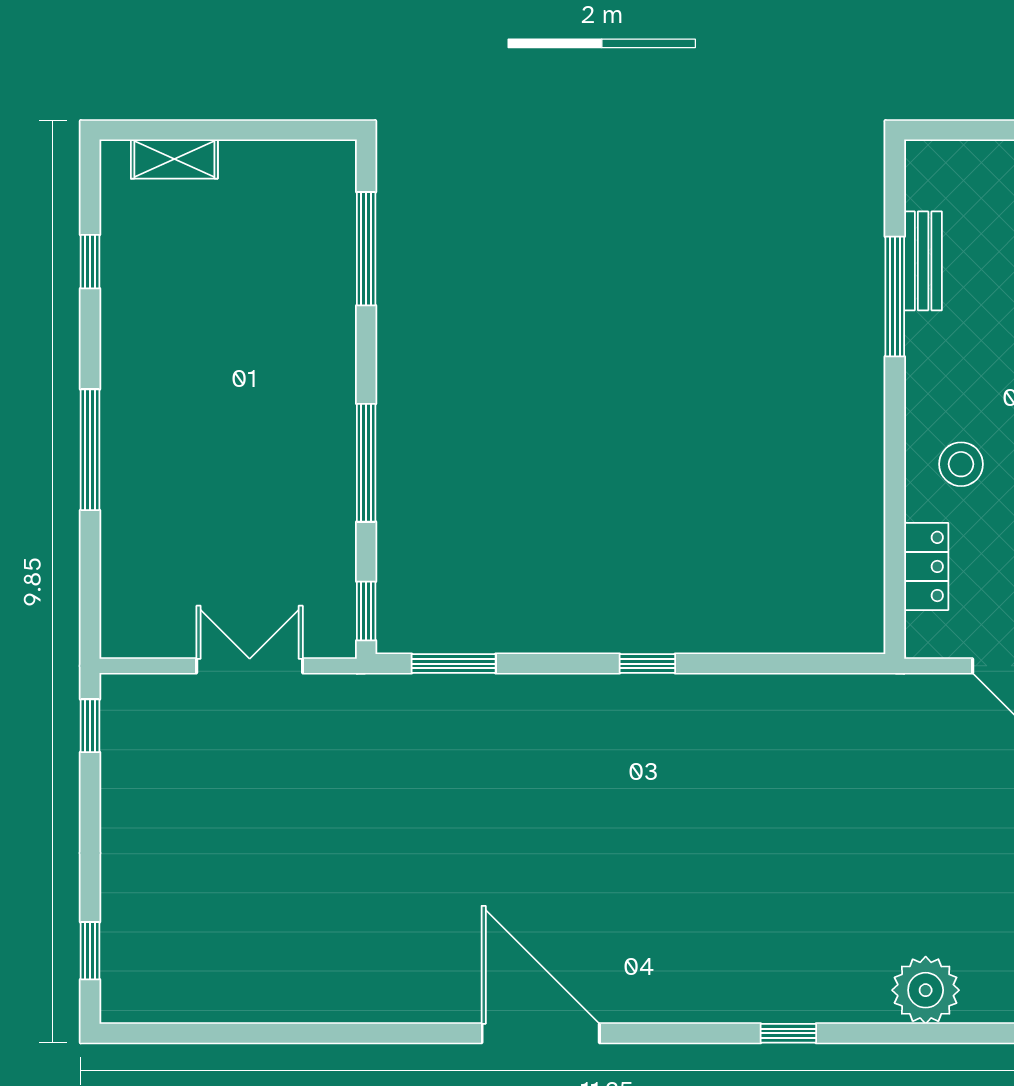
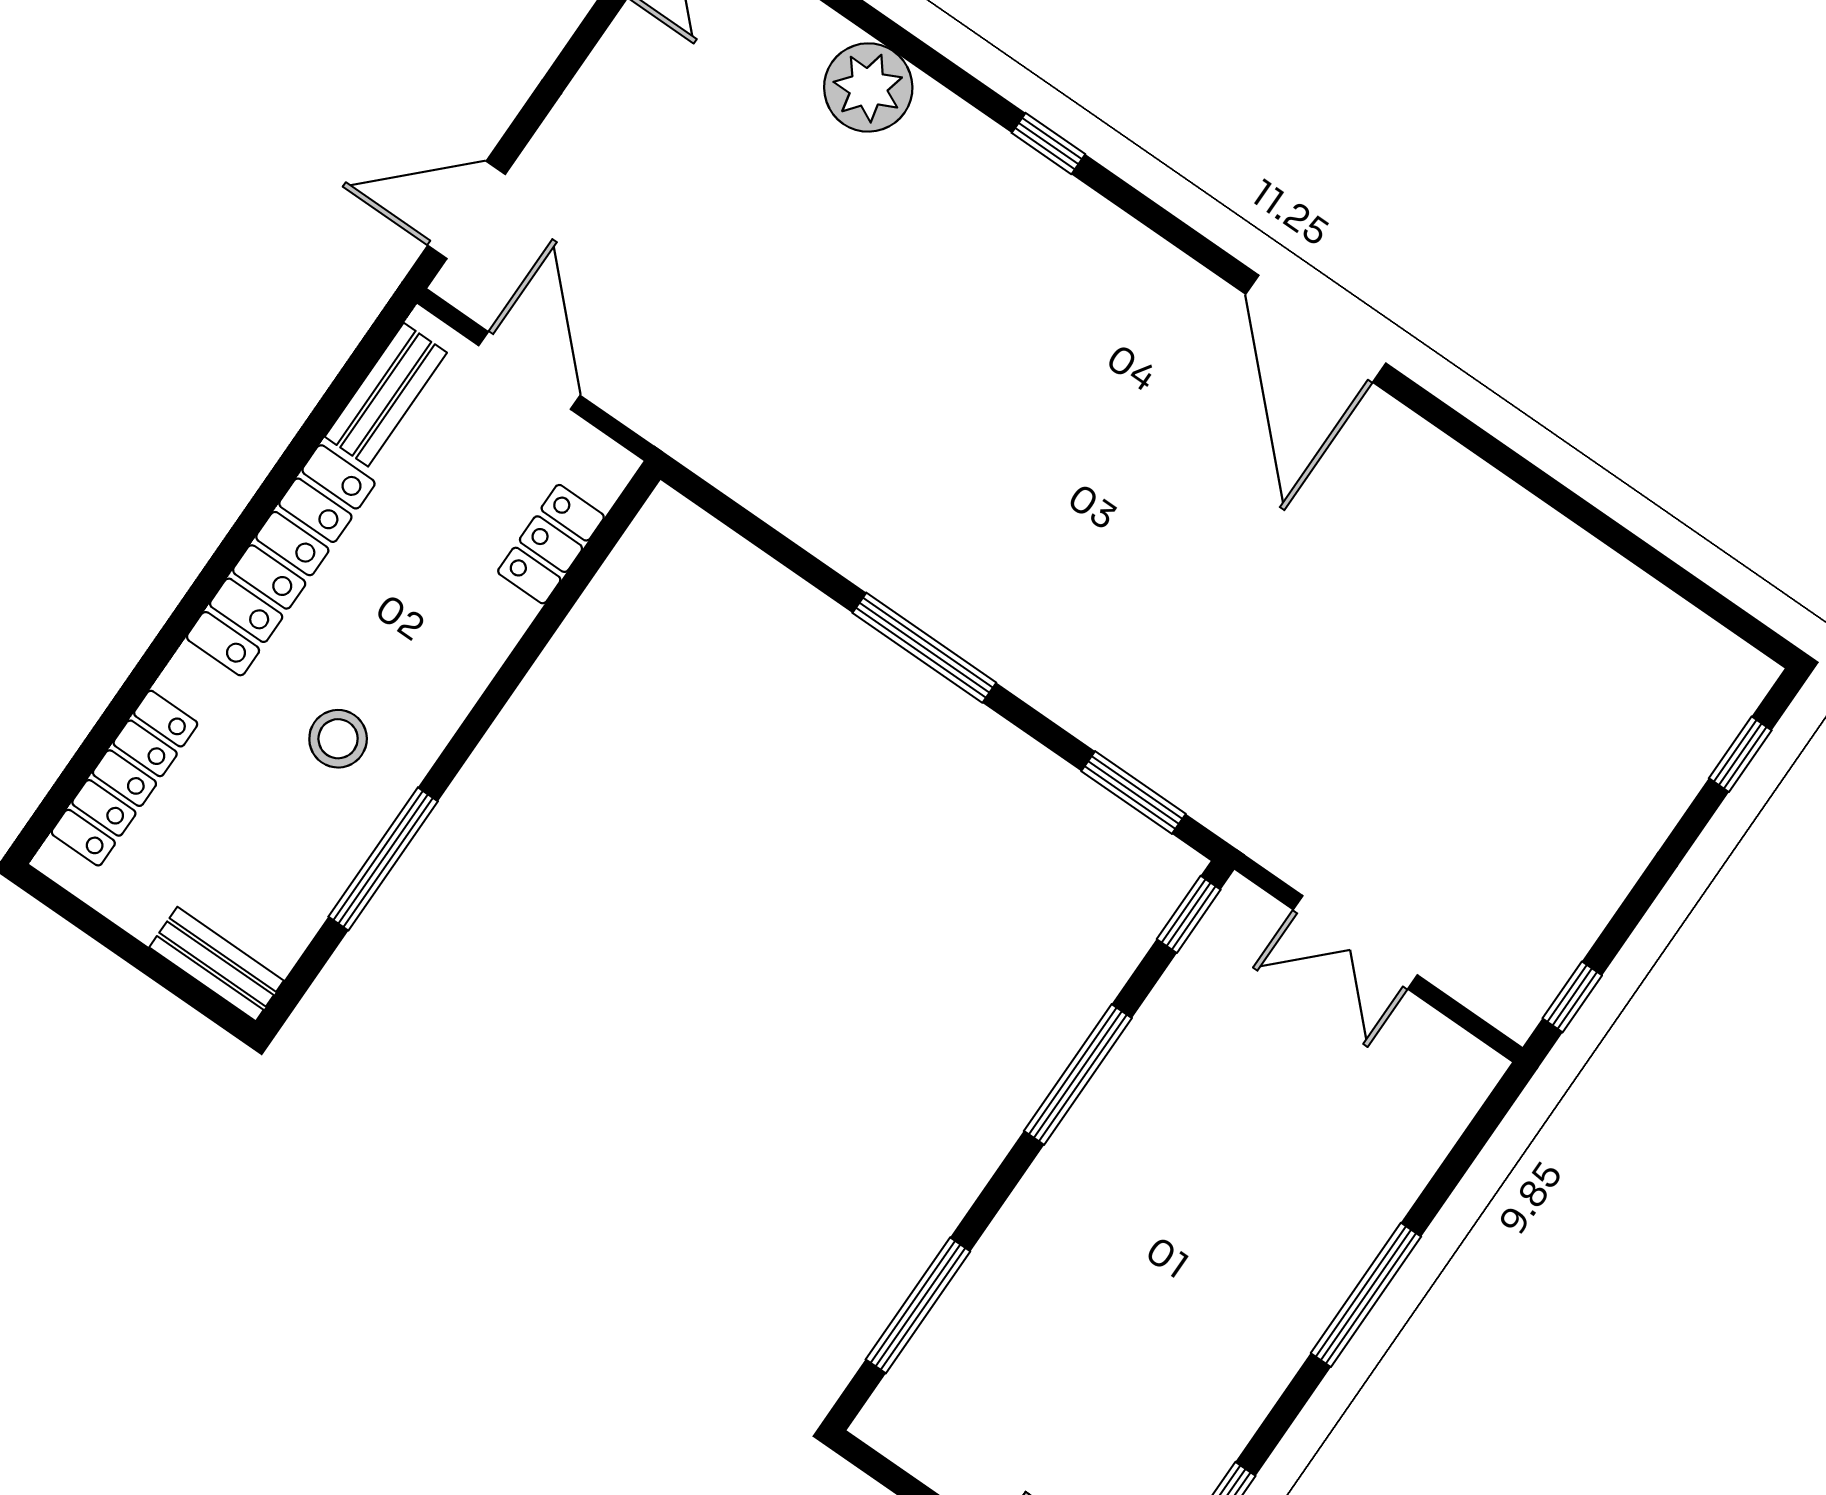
bench: (923, 261) -> (217, 964), moved, turned 90
stool: (961, 464) -> (338, 739), moved
window: (647, 664) -> (924, 648), width x2.17

